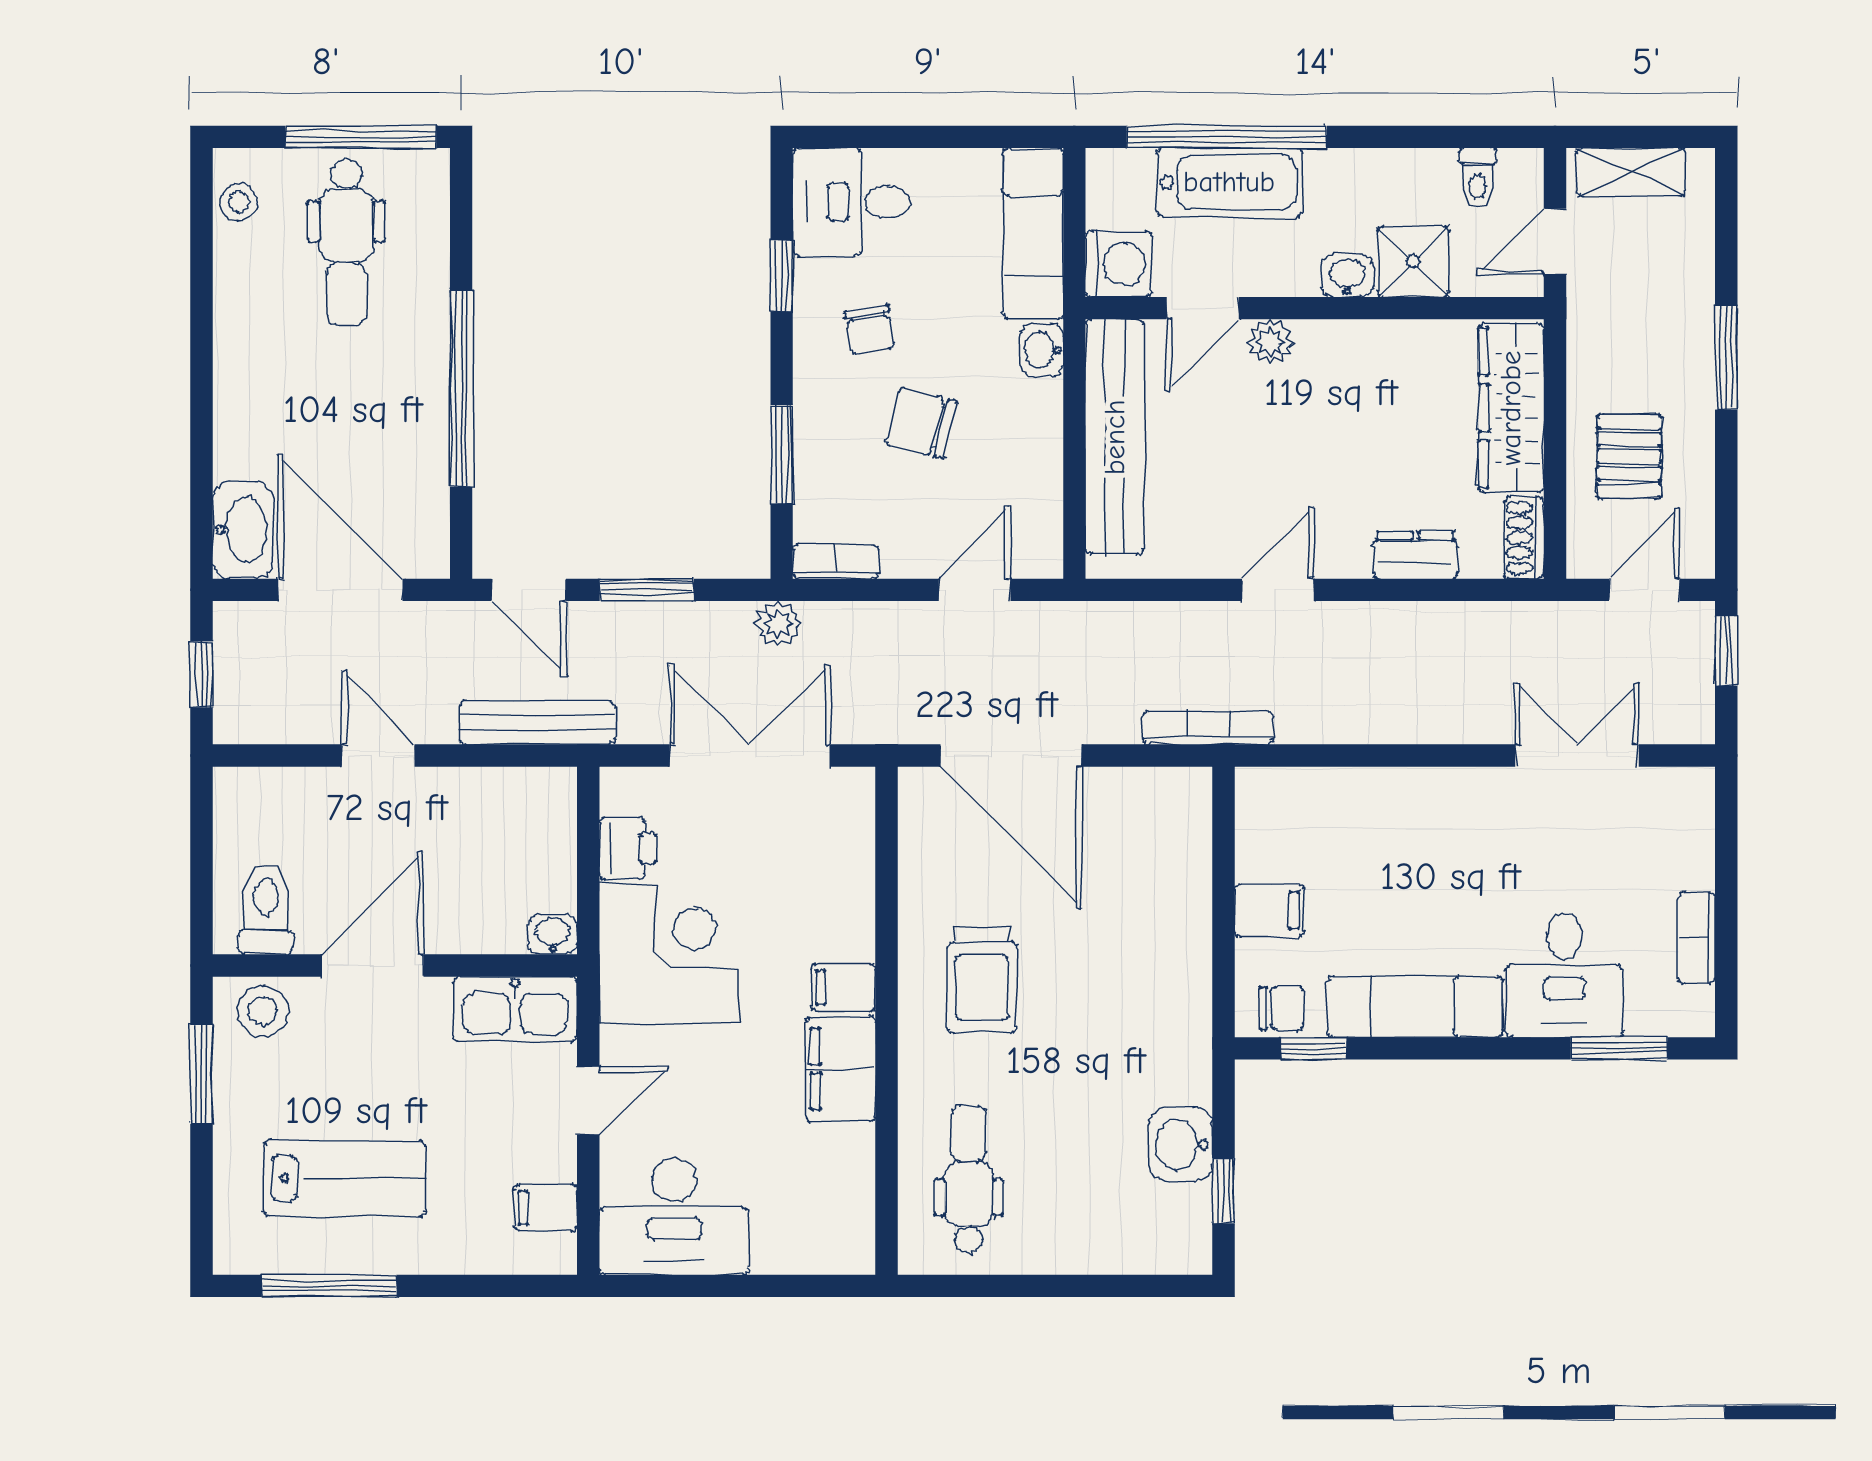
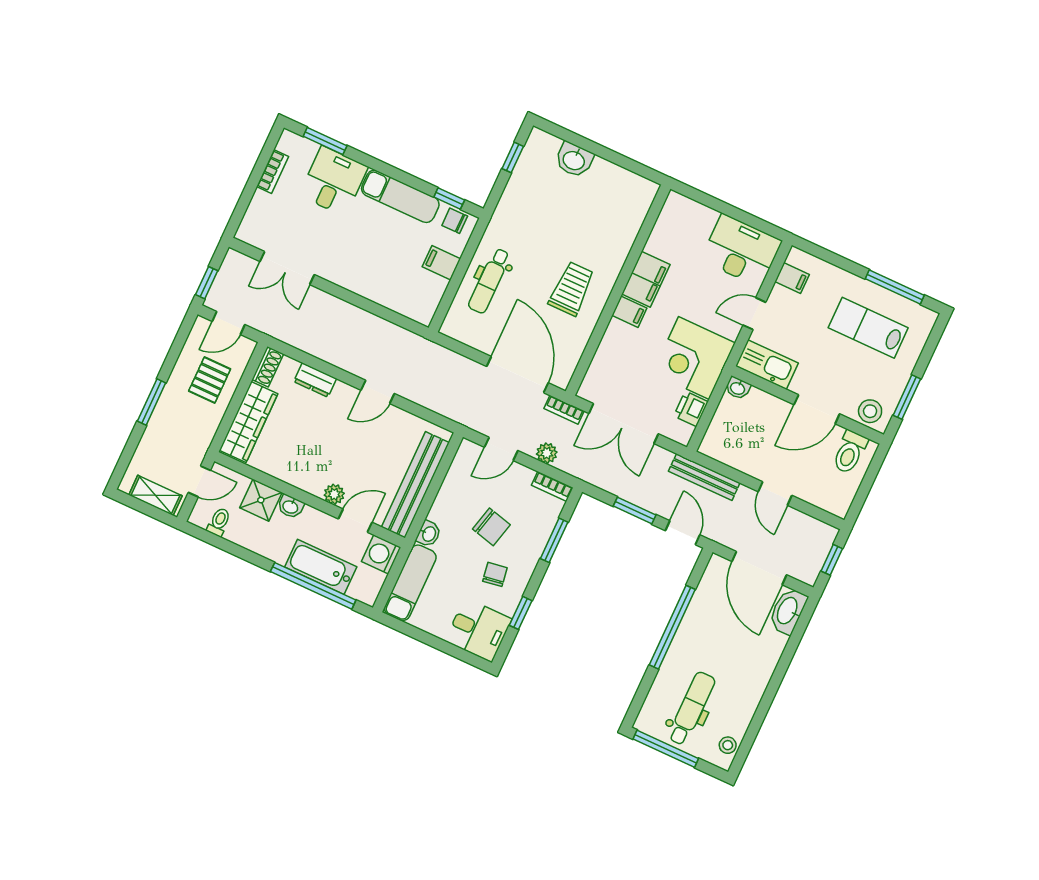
plant: (778, 624) -> (547, 453), moved
bookcase: (1208, 728) -> (564, 410), moved, width x0.64
washbasin: (1181, 1144) -> (574, 160), moved, turned 90
dental chair: (969, 1179) -> (489, 281), moved

